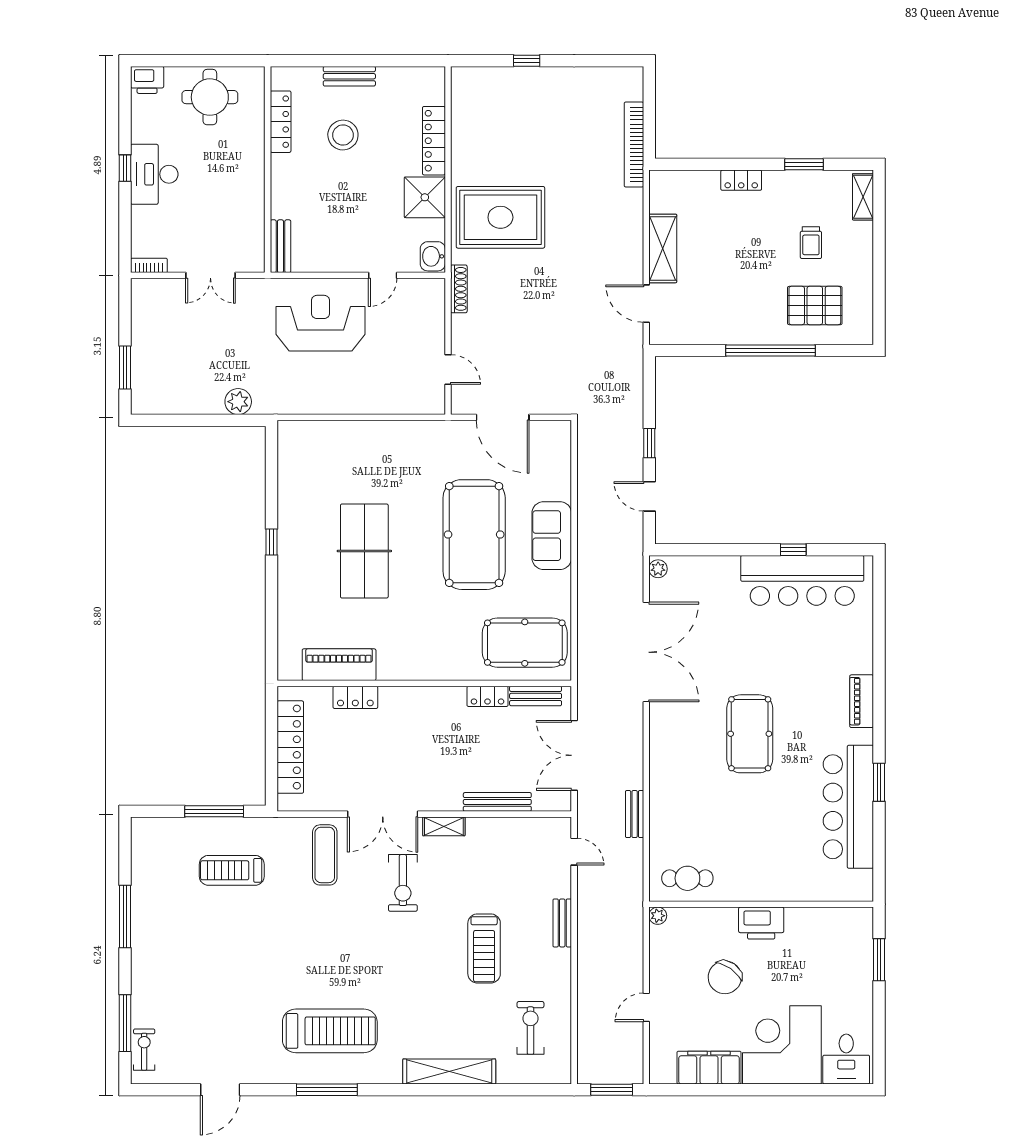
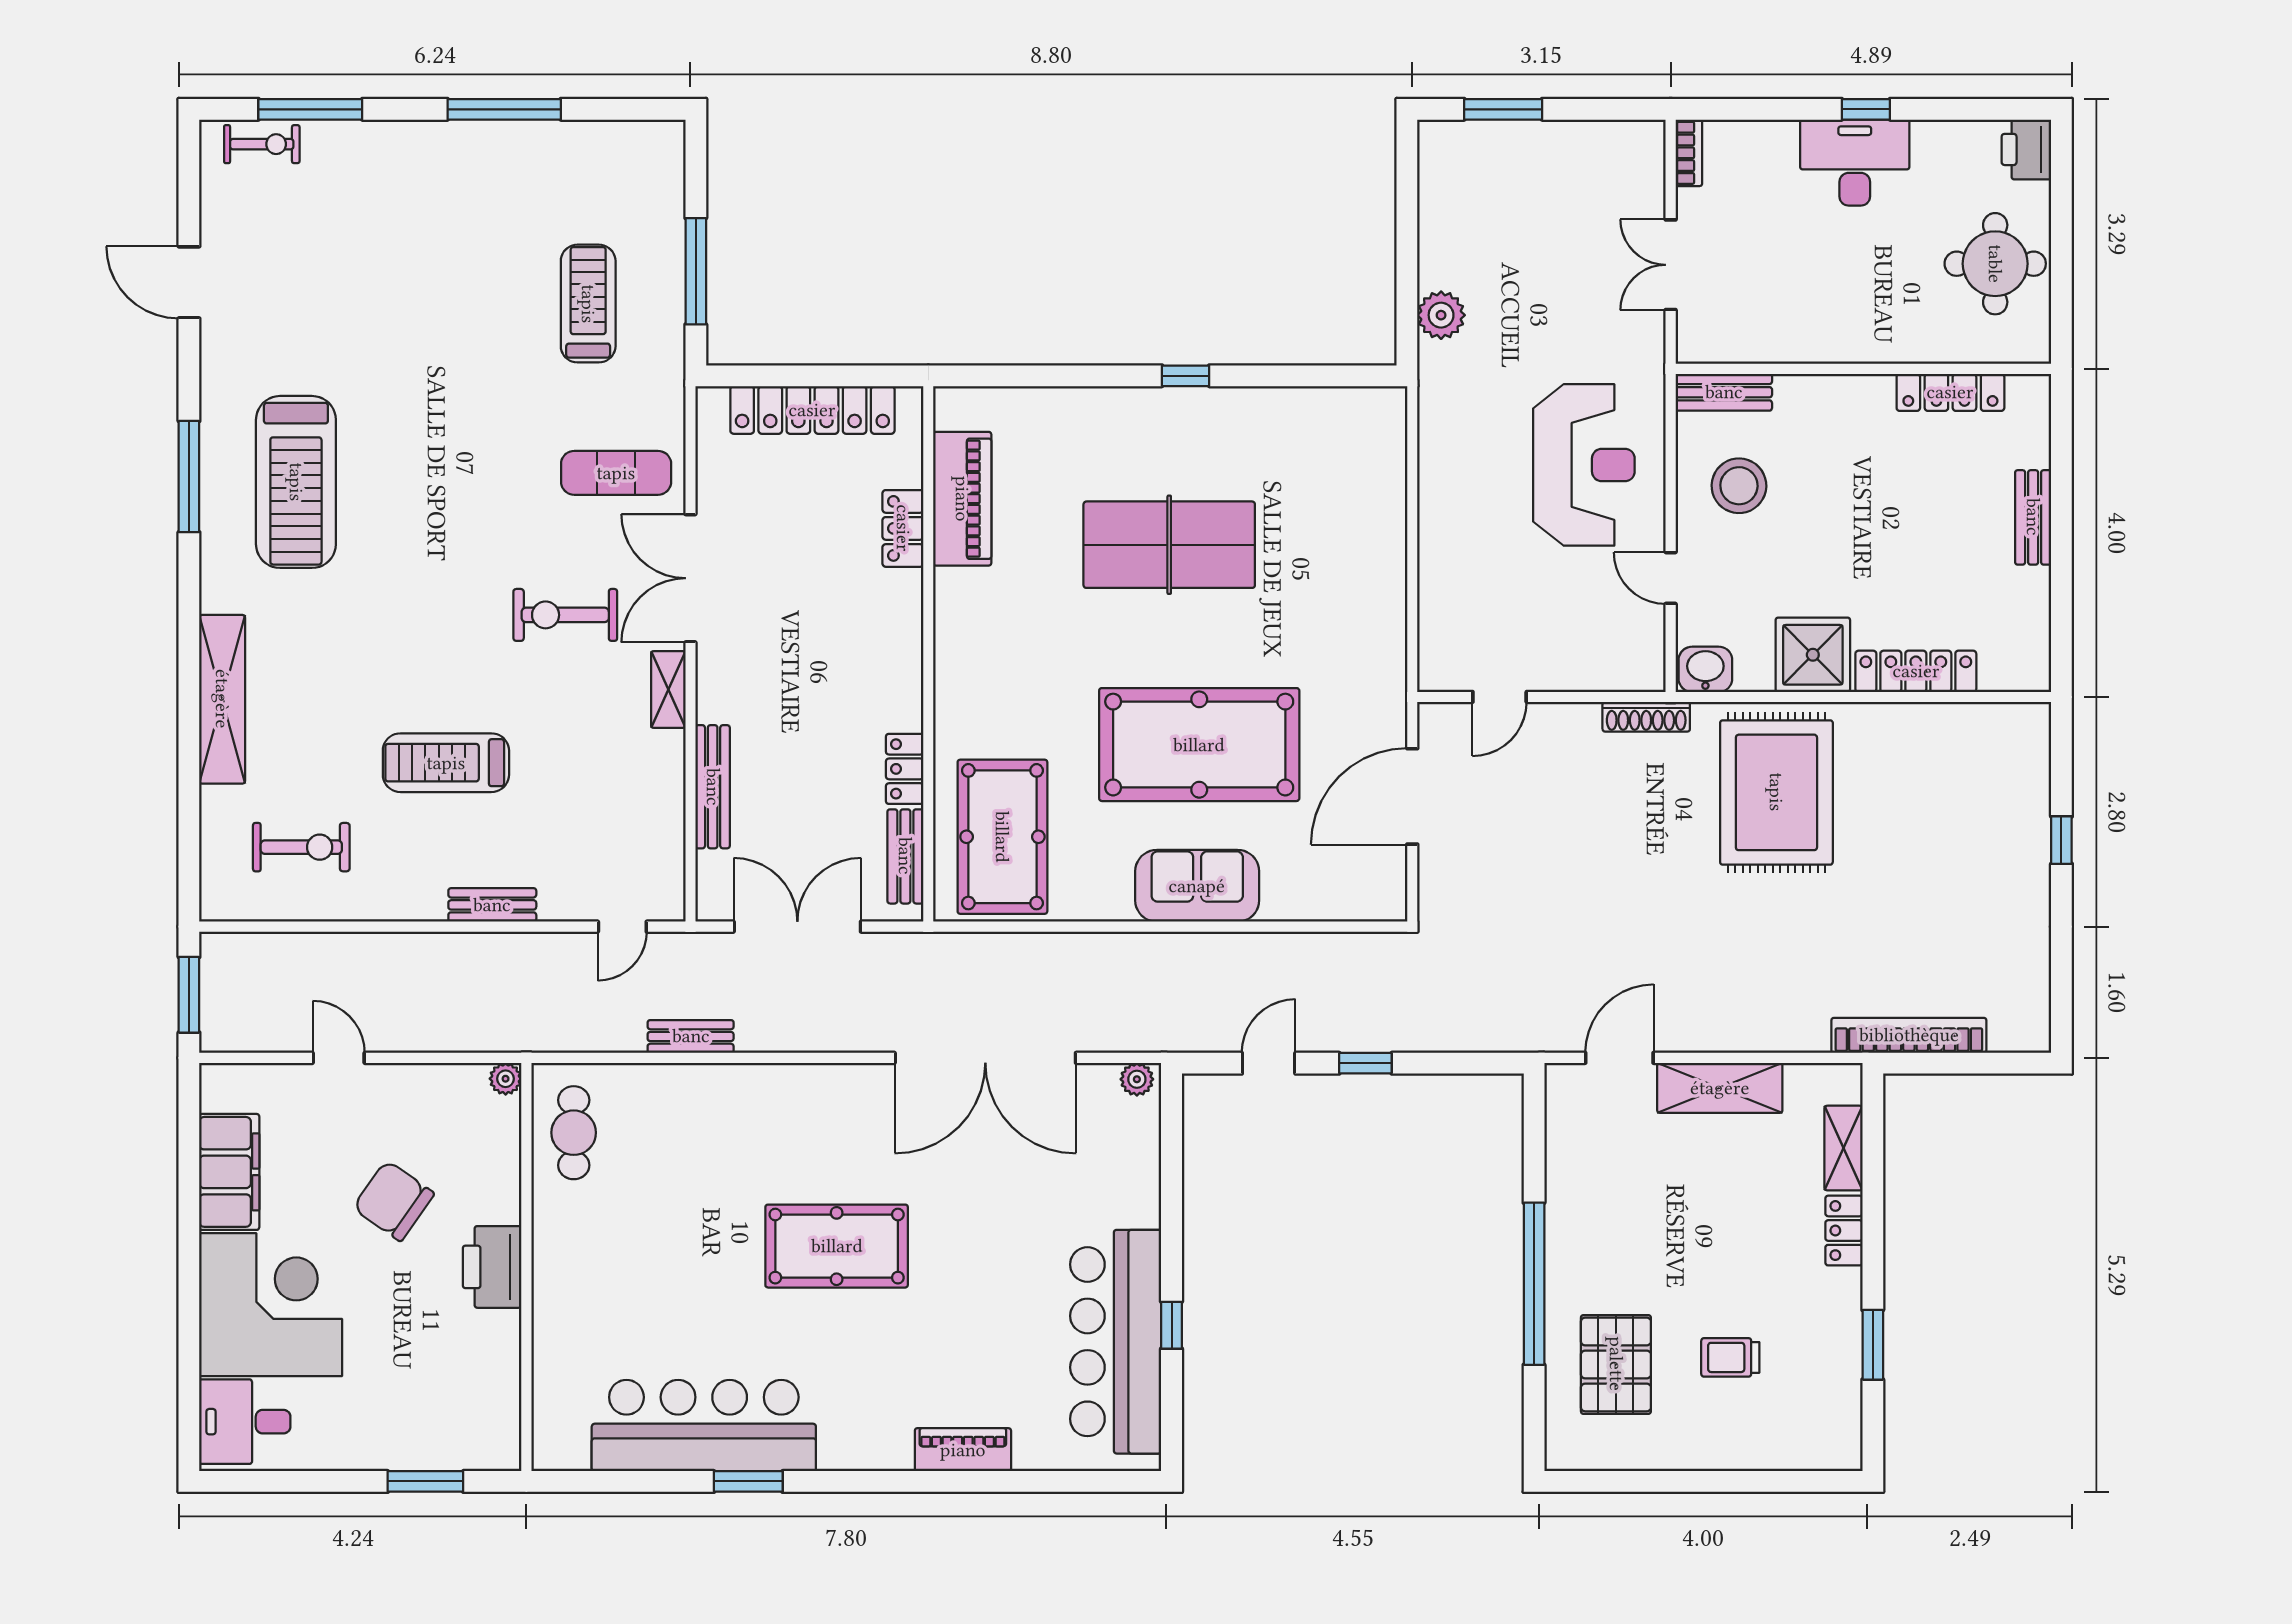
stool: (343, 135) -> (1739, 486), moved
shelving: (863, 197) -> (1843, 1148), moved, turned 90
piano: (862, 701) -> (963, 1450), moved

